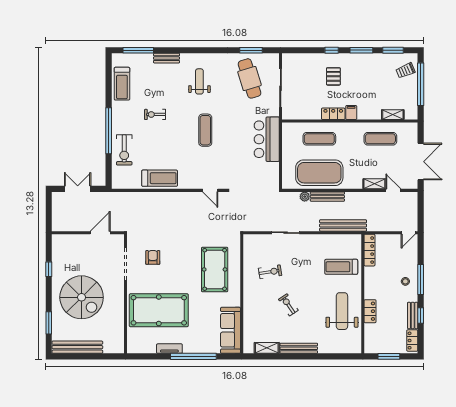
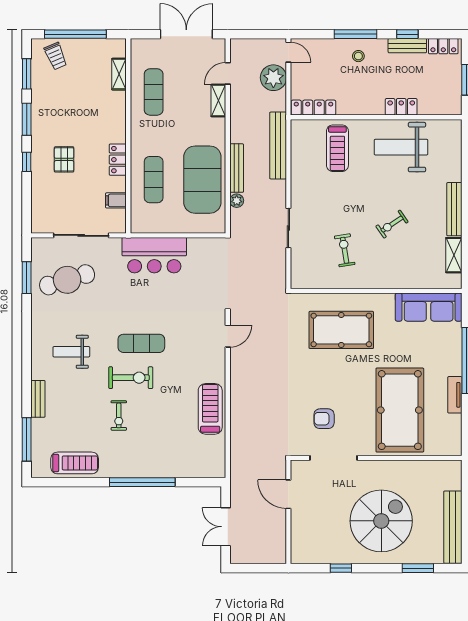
pallet: (333, 76) -> (64, 159), turned 90
filing cabinet: (351, 113) -> (116, 200), moved
exercise bike: (124, 150) -> (131, 378), moved
plant: (390, 222) -> (273, 78), added

